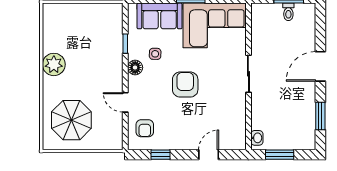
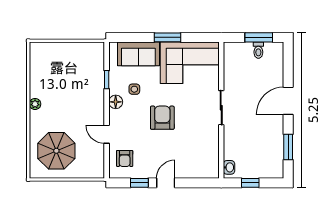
plant: (54, 64) -> (35, 104), width x0.53, depth x0.53
door: (209, 155) -> (166, 183), moved
window: (280, 155) -> (250, 183), width x0.67

